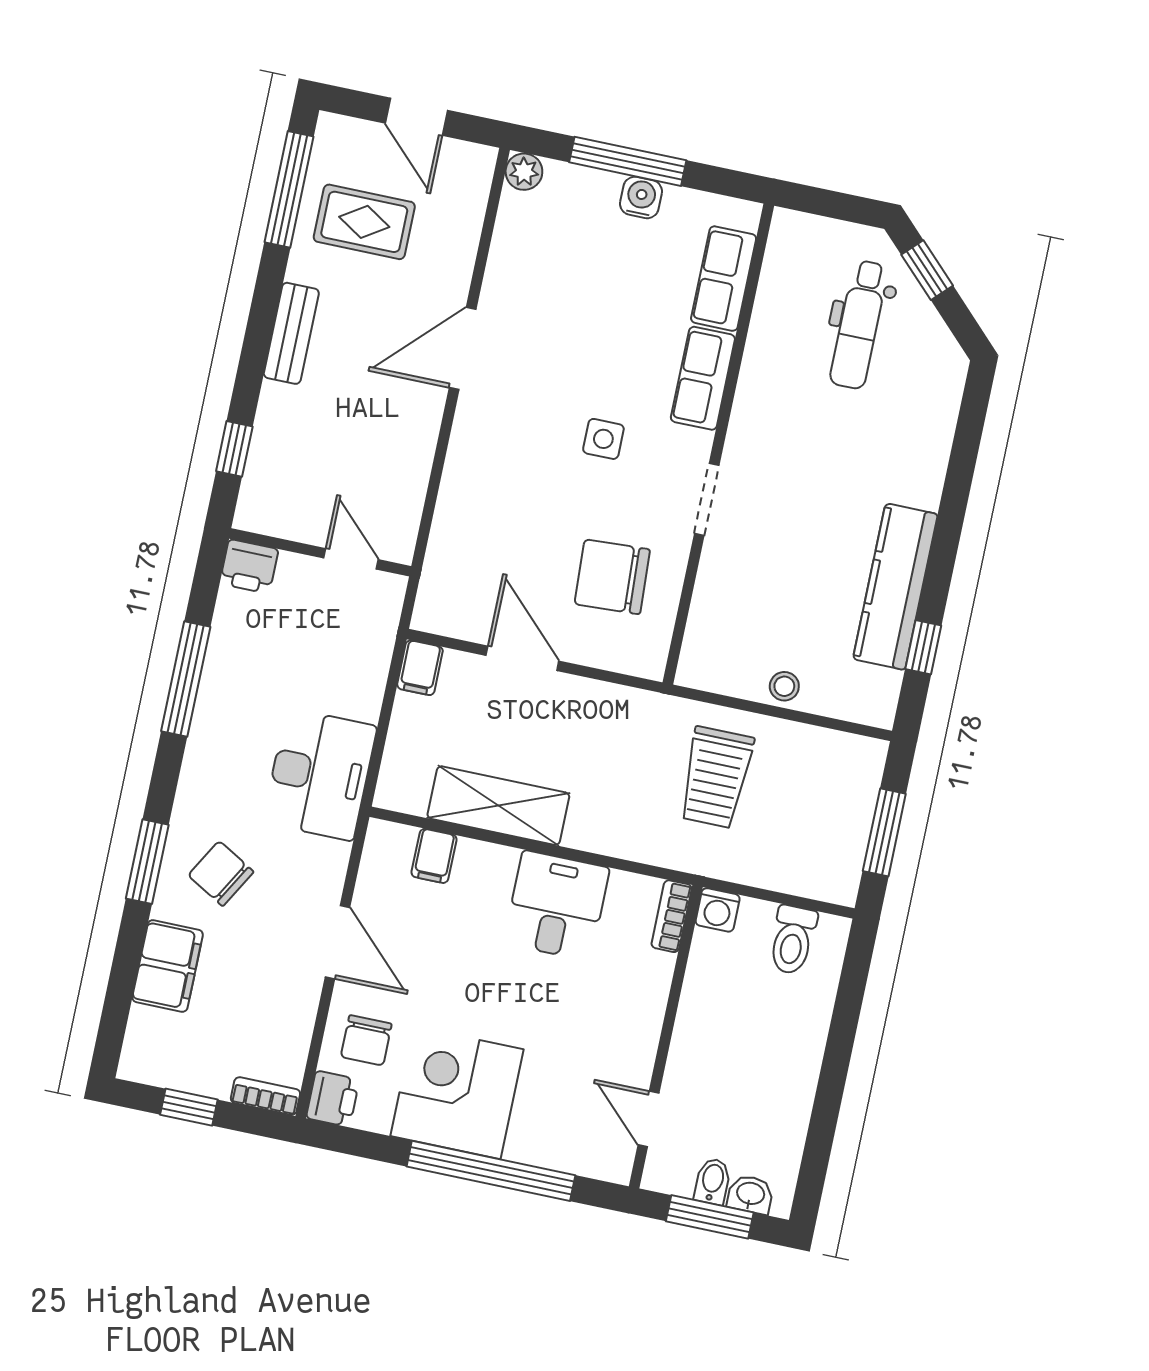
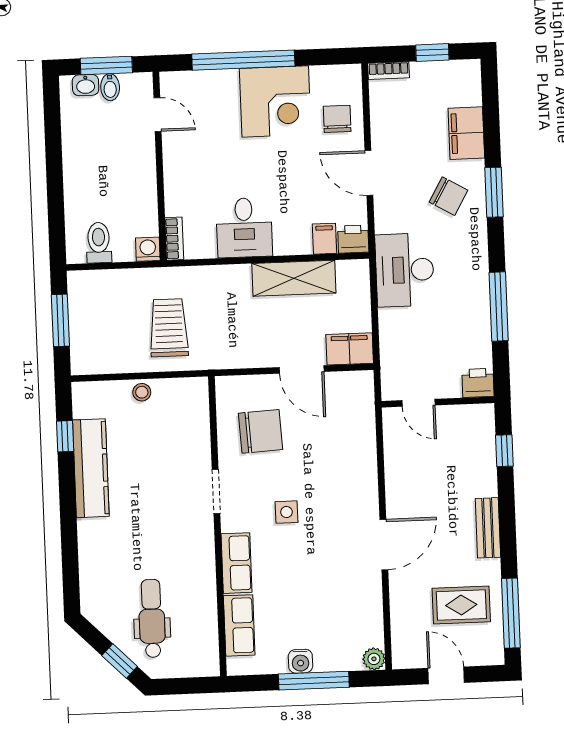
filing cabinet: (420, 668) -> (350, 349), width x2.00
printer: (333, 1099) -> (353, 239), moved, turned 90

